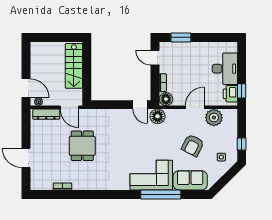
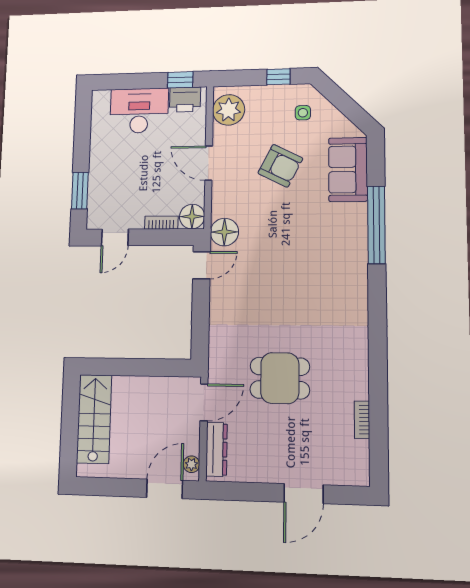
stairs: (74, 66) -> (94, 419), moved, turned -90
plant: (214, 118) -> (229, 110), moved
corner sofa: (151, 175) -> (338, 243), removed

